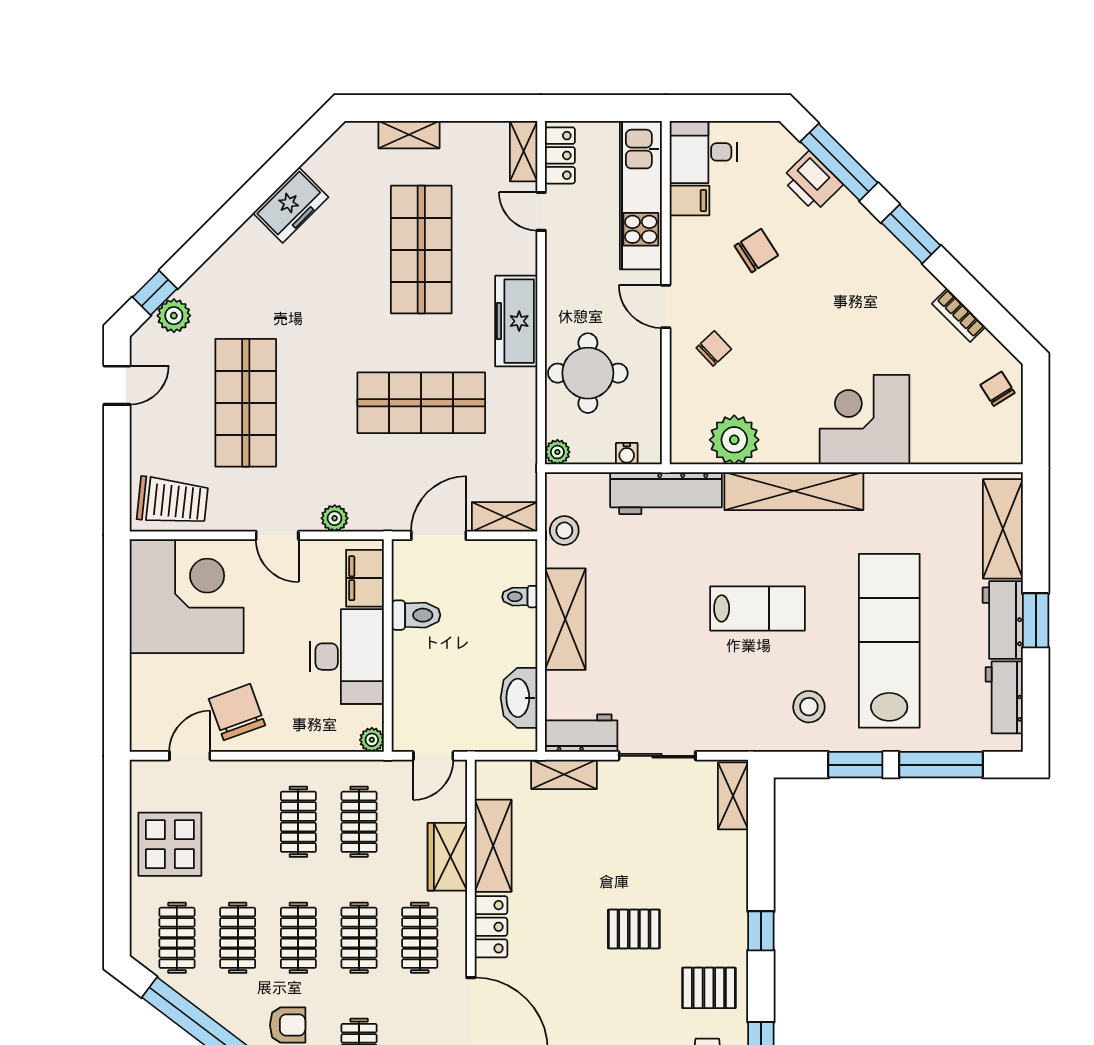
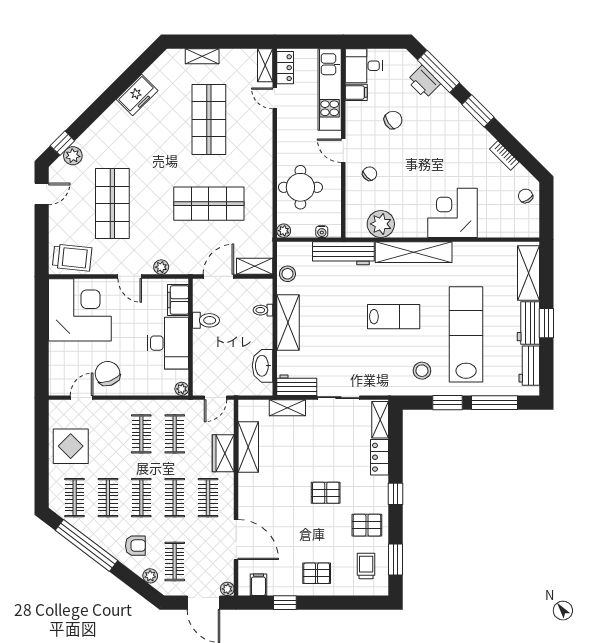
freezer: (516, 321) -> (261, 159), removed
locker: (491, 927) -> (379, 457), moved, turned 180

